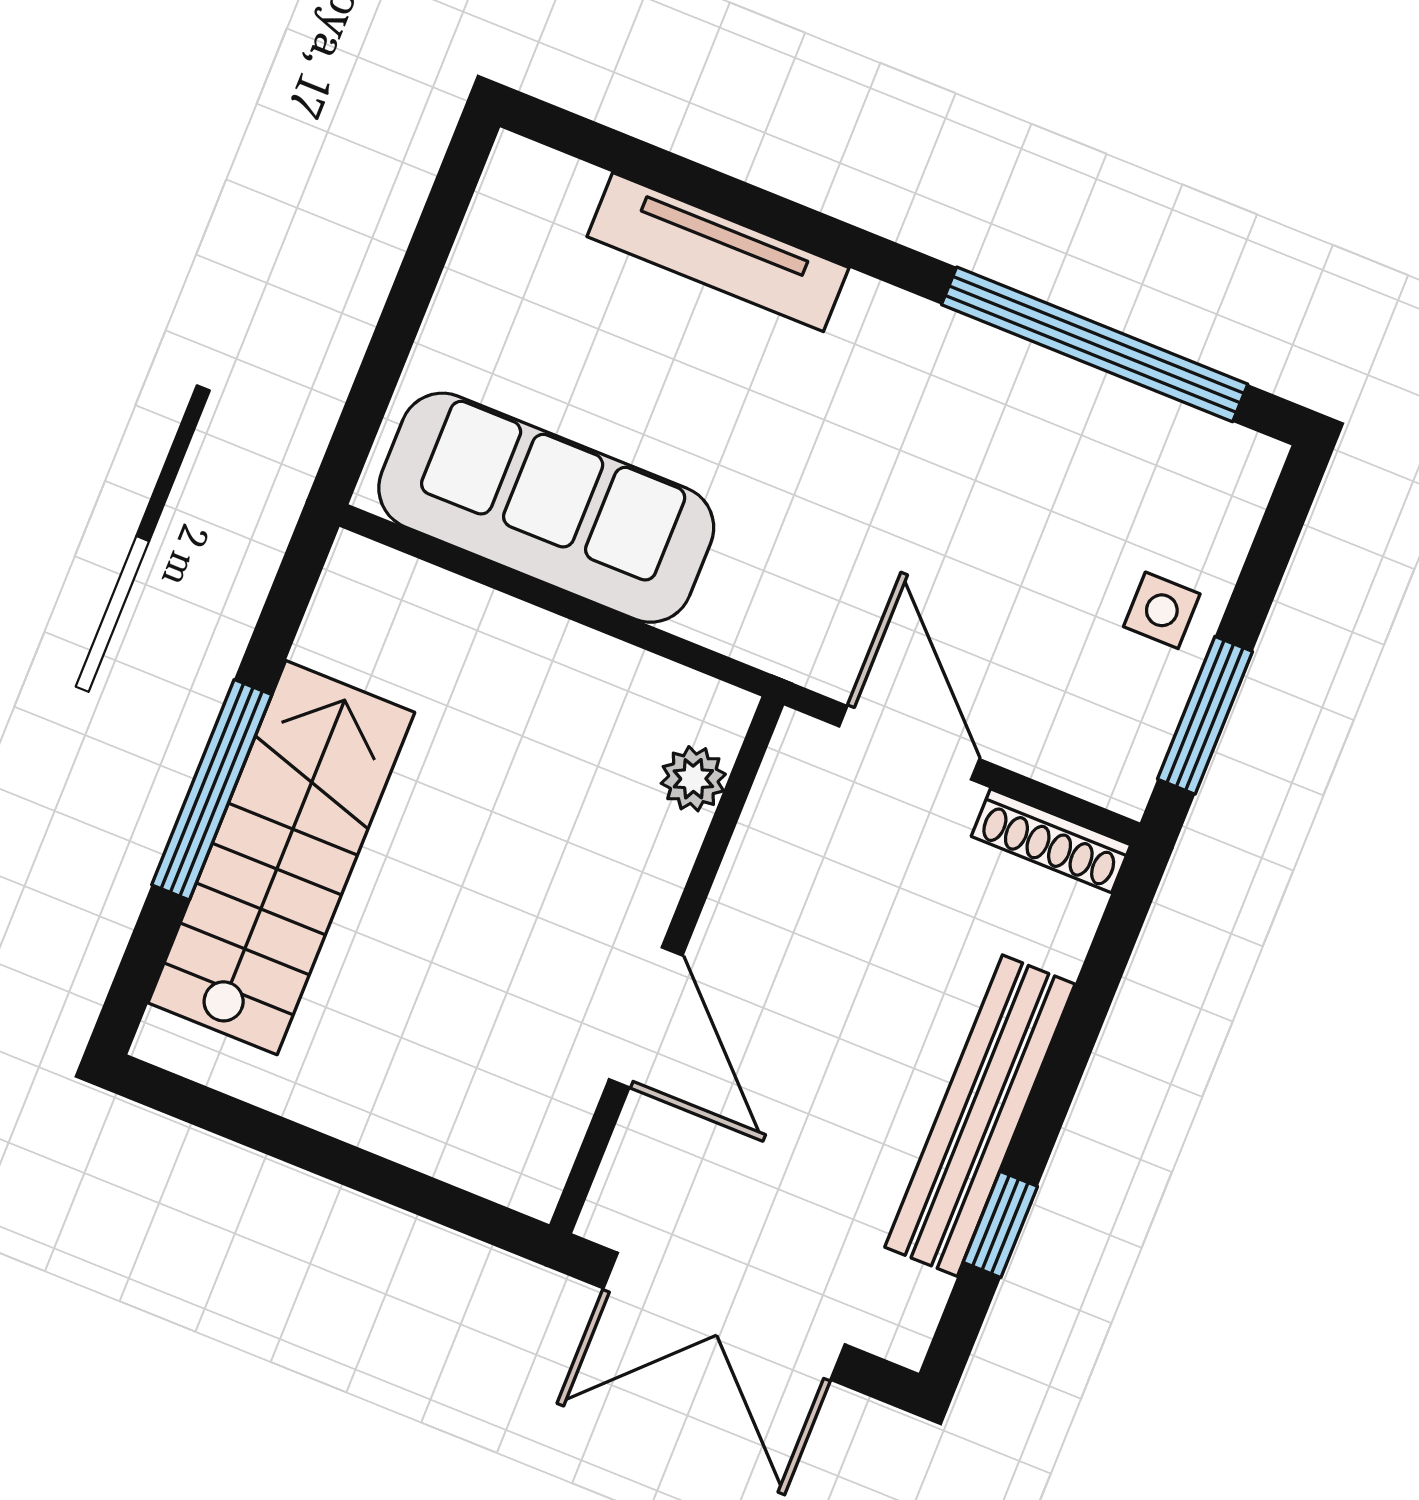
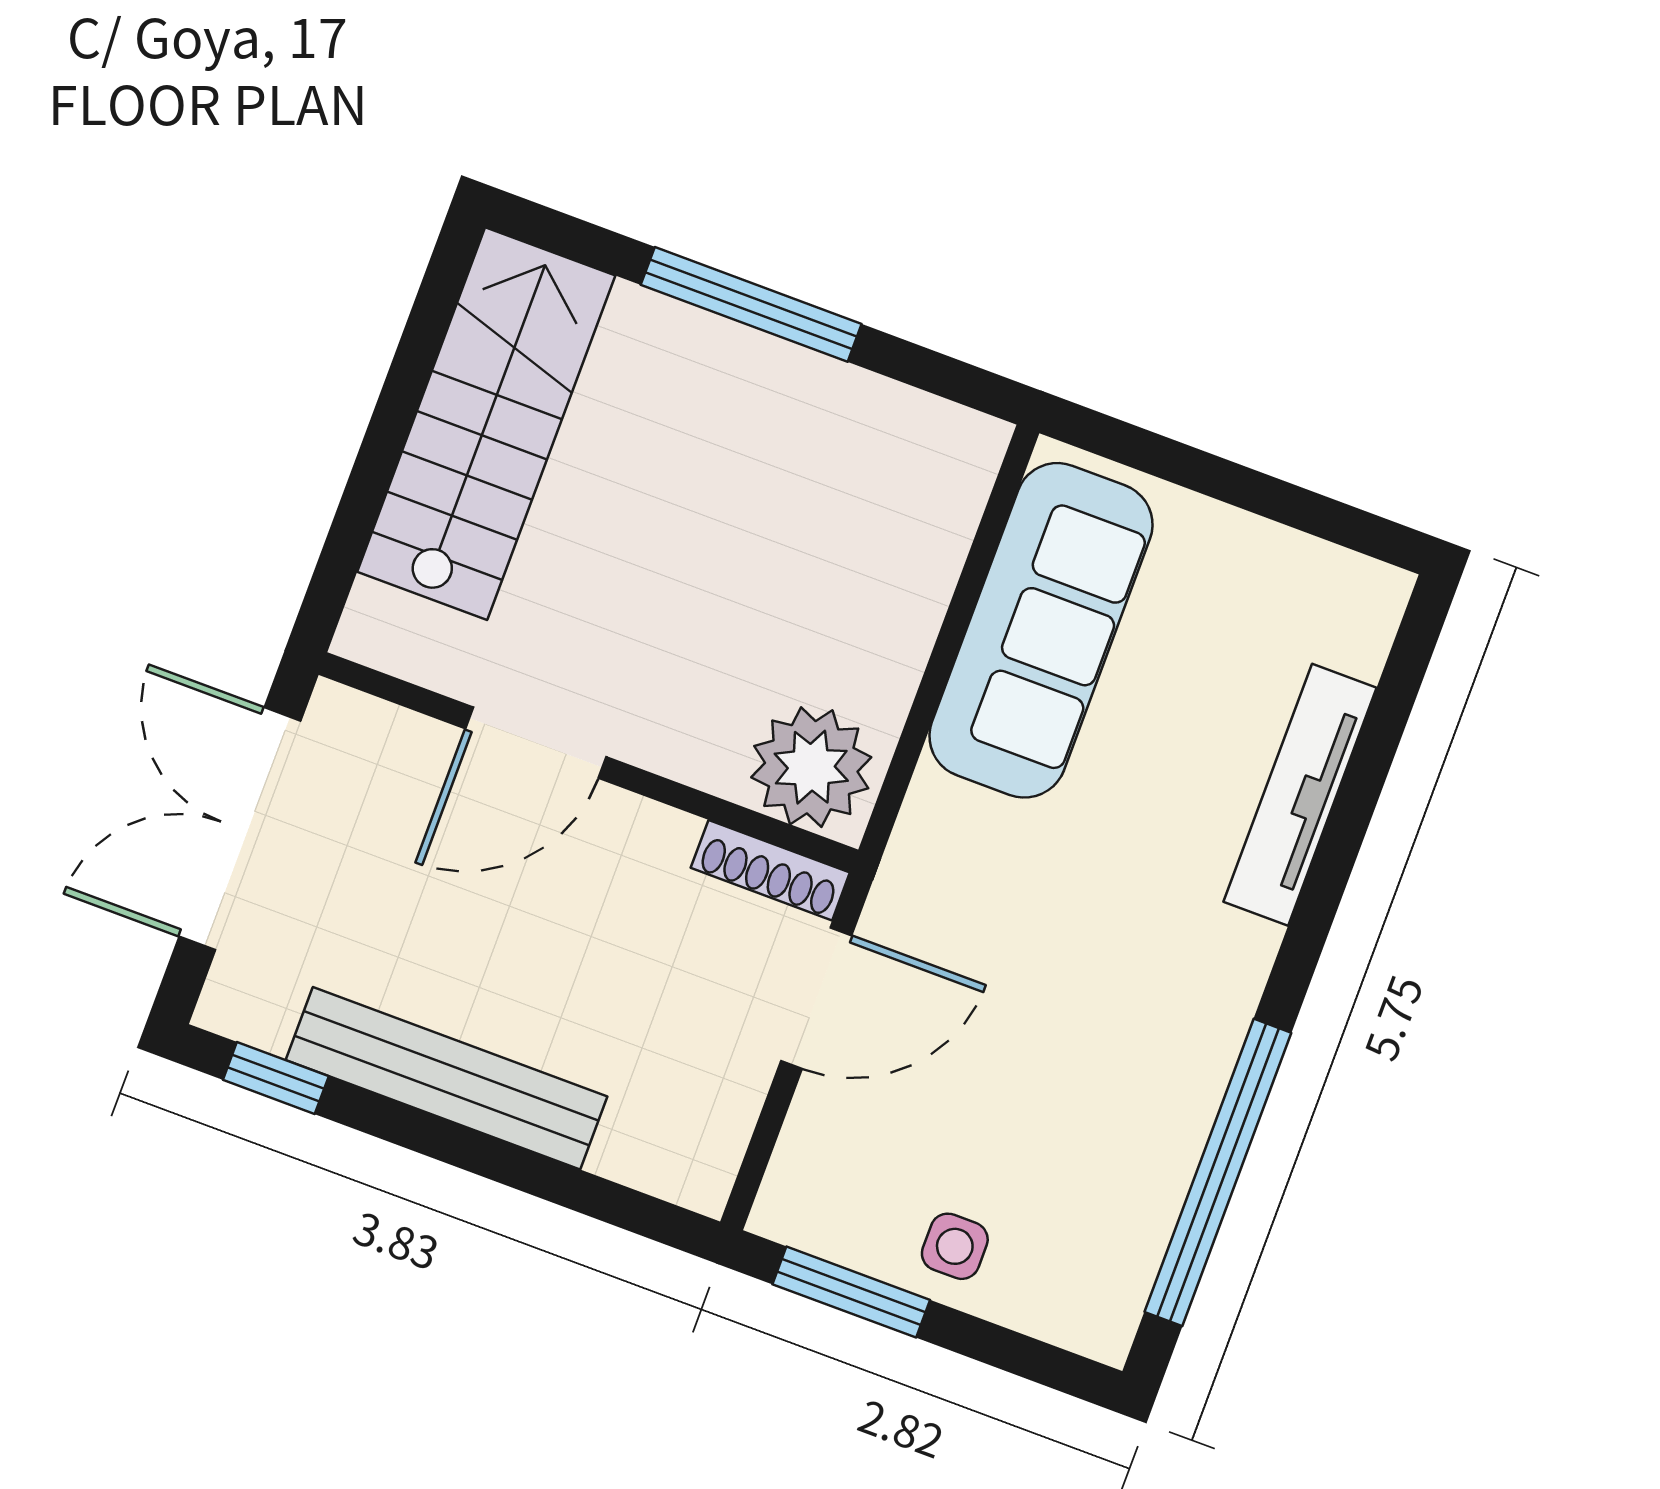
plant: (693, 779) -> (811, 767), width x1.88, depth x1.88
shoe rack: (1051, 841) -> (770, 870), moved, turned -90
stairs: (281, 858) -> (486, 424), moved, turned -90
window: (1000, 1224) -> (276, 1078), moved

